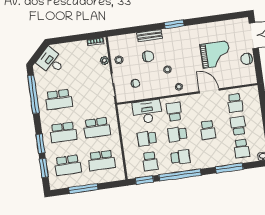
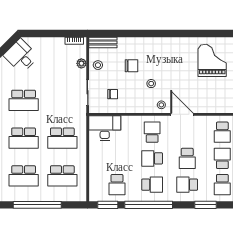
window: (174, 24) -> (166, 34), removed
bench: (150, 36) -> (103, 42), moved
grand piano: (216, 55) -> (212, 60), moved, turned -90
door: (209, 91) -> (182, 114), moved
desk: (147, 112) -> (105, 128), moved
school desk: (147, 139) -> (187, 185), moved
window: (229, 168) -> (206, 205), width x0.69
window: (83, 189) -> (37, 205), width x1.46

